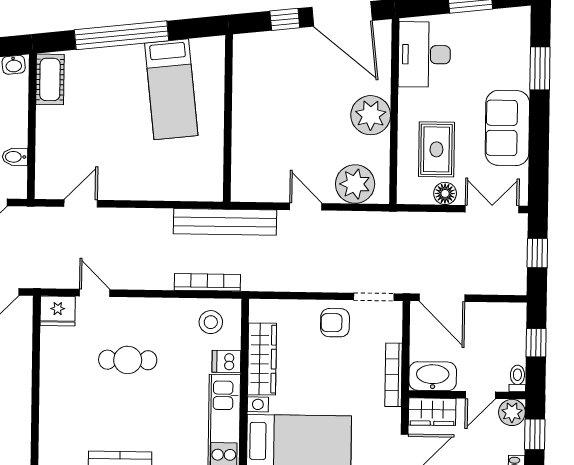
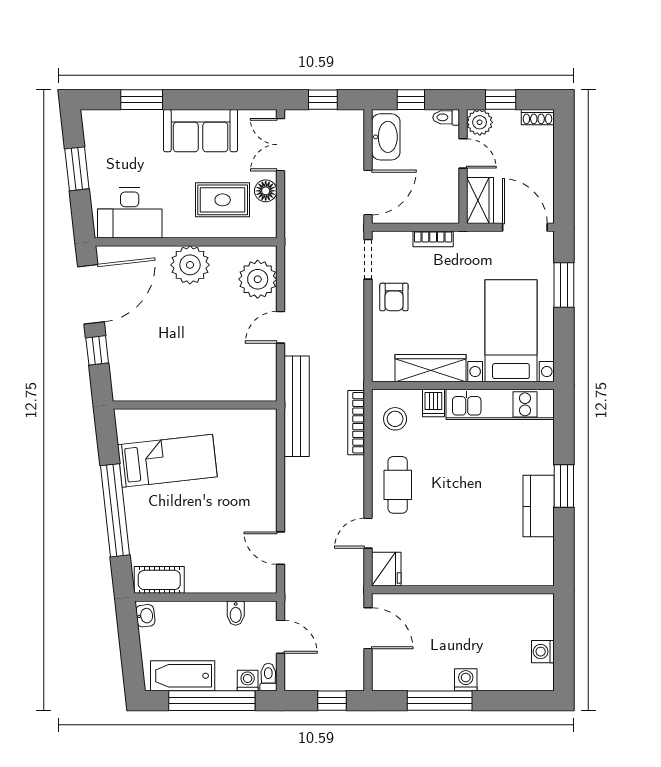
cafe table: (128, 360) -> (398, 485), moved
bookcase: (394, 375) -> (433, 239), width x0.64
washbasin: (433, 376) -> (386, 137), moved, turned 180

